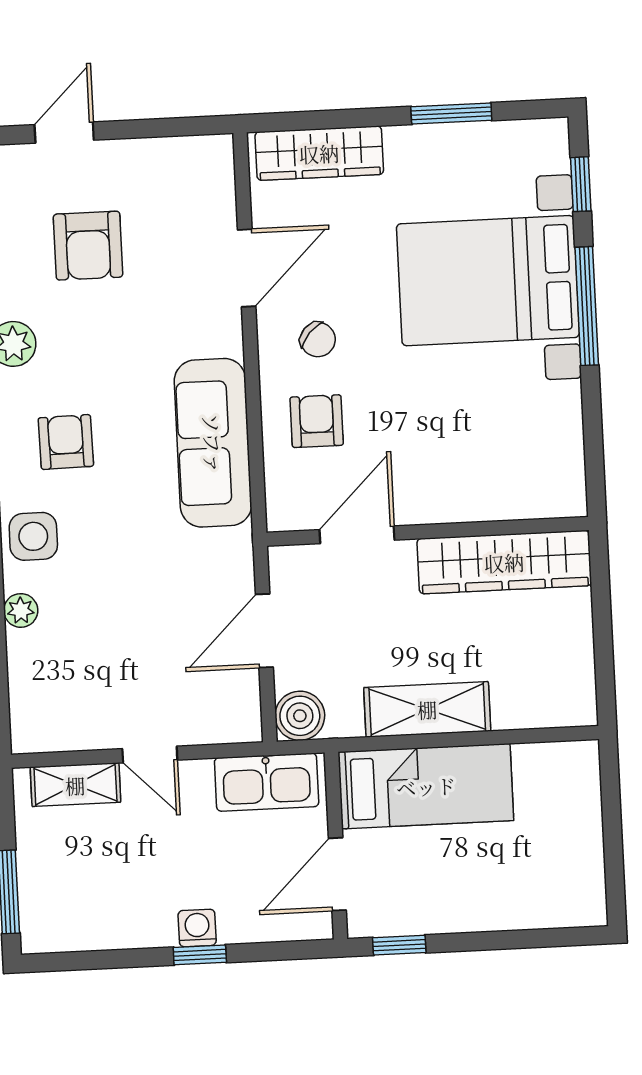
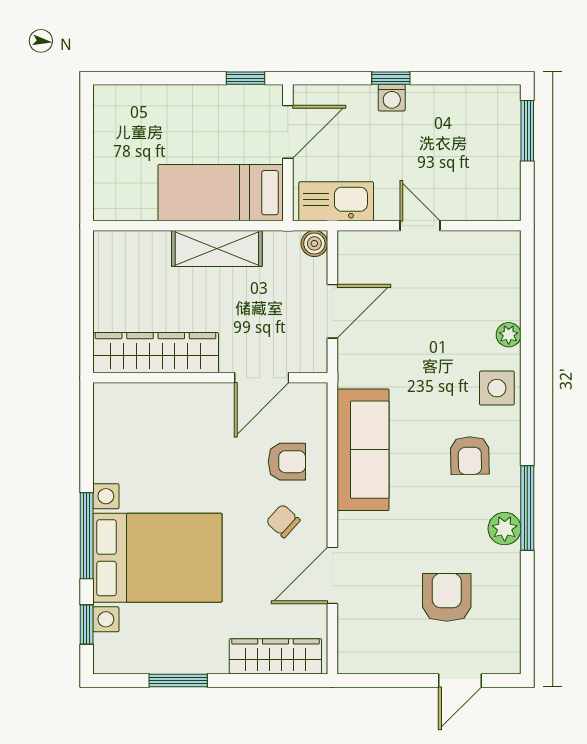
armchair: (317, 421) -> (287, 462), turned -90
boiler: (300, 716) -> (314, 243), width x0.73, depth x0.73
shelving: (75, 785) -> (475, 206), removed

